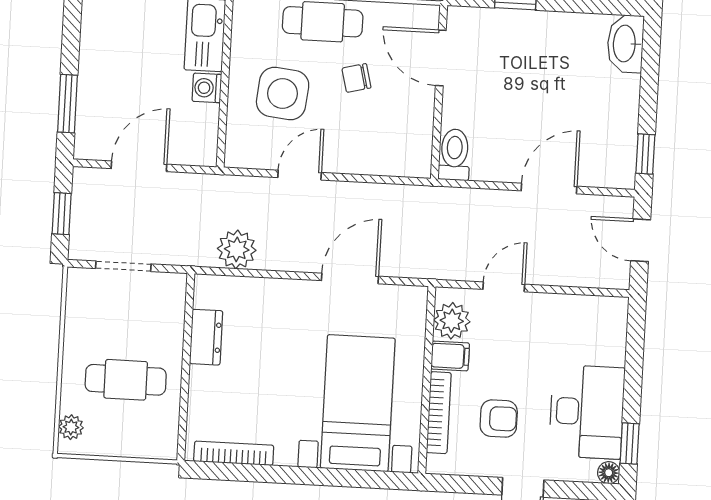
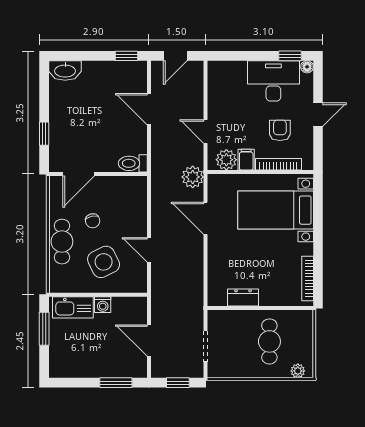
side table: (283, 94) -> (104, 262), turned -32
plant: (237, 249) -> (193, 177), moved

